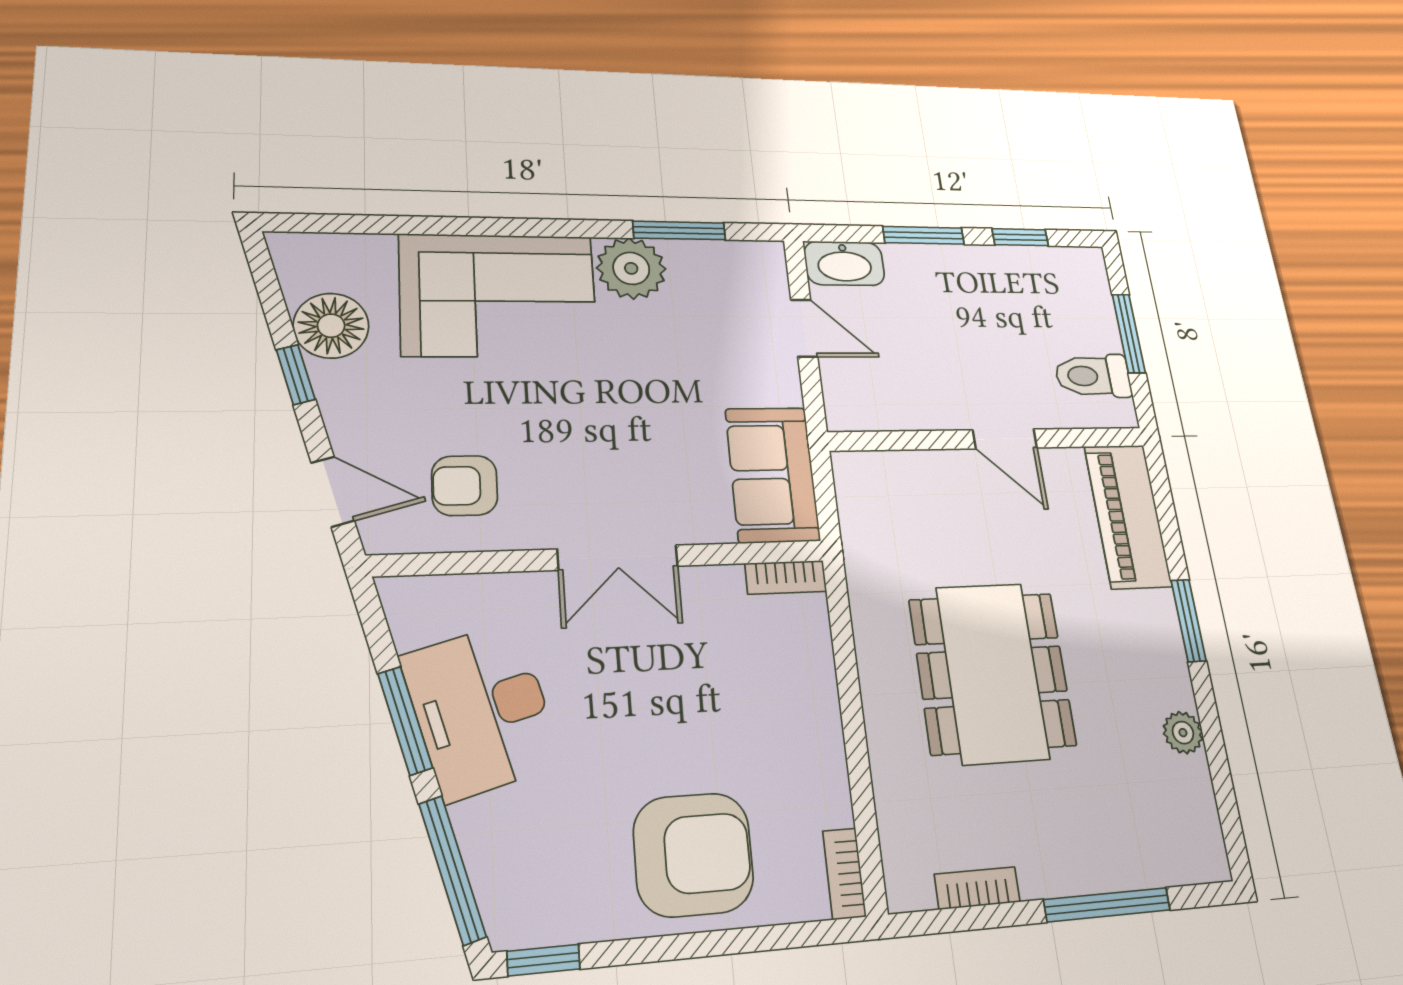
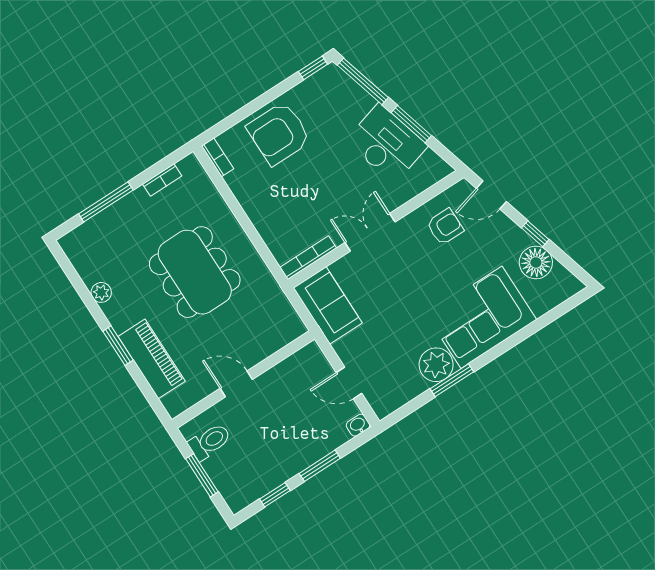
window: (679, 230) -> (452, 380), moved
washbasin: (844, 263) -> (358, 425), width x0.52, depth x0.69
piano: (1128, 516) -> (152, 359), moved
bookcase: (786, 577) -> (308, 258), width x1.56

